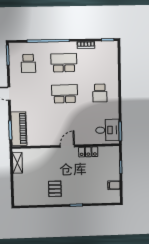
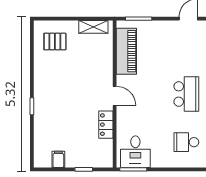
piano: (19, 129) -> (126, 51), moved, turned -90
pallet: (55, 189) -> (55, 41), moved

